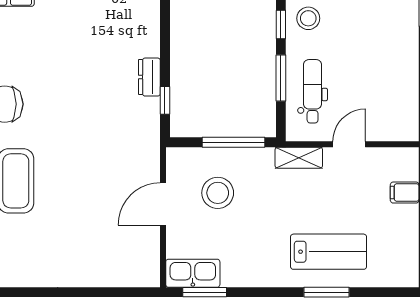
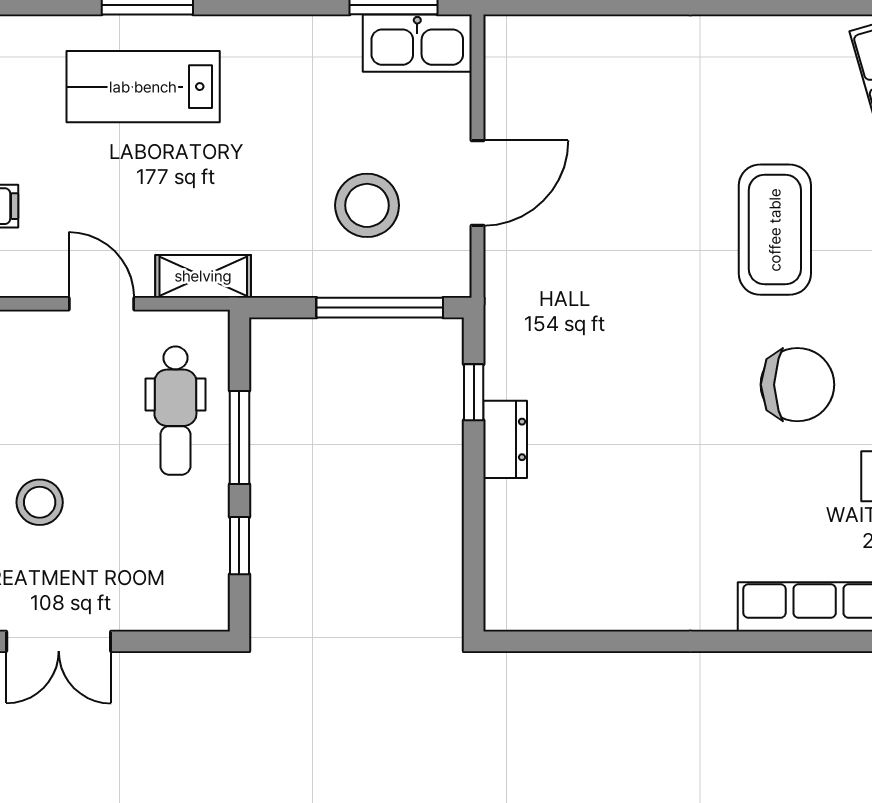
stool: (308, 18) -> (40, 502), moved
window: (233, 142) -> (380, 308), moved
door: (349, 144) -> (101, 304), swing flipped

